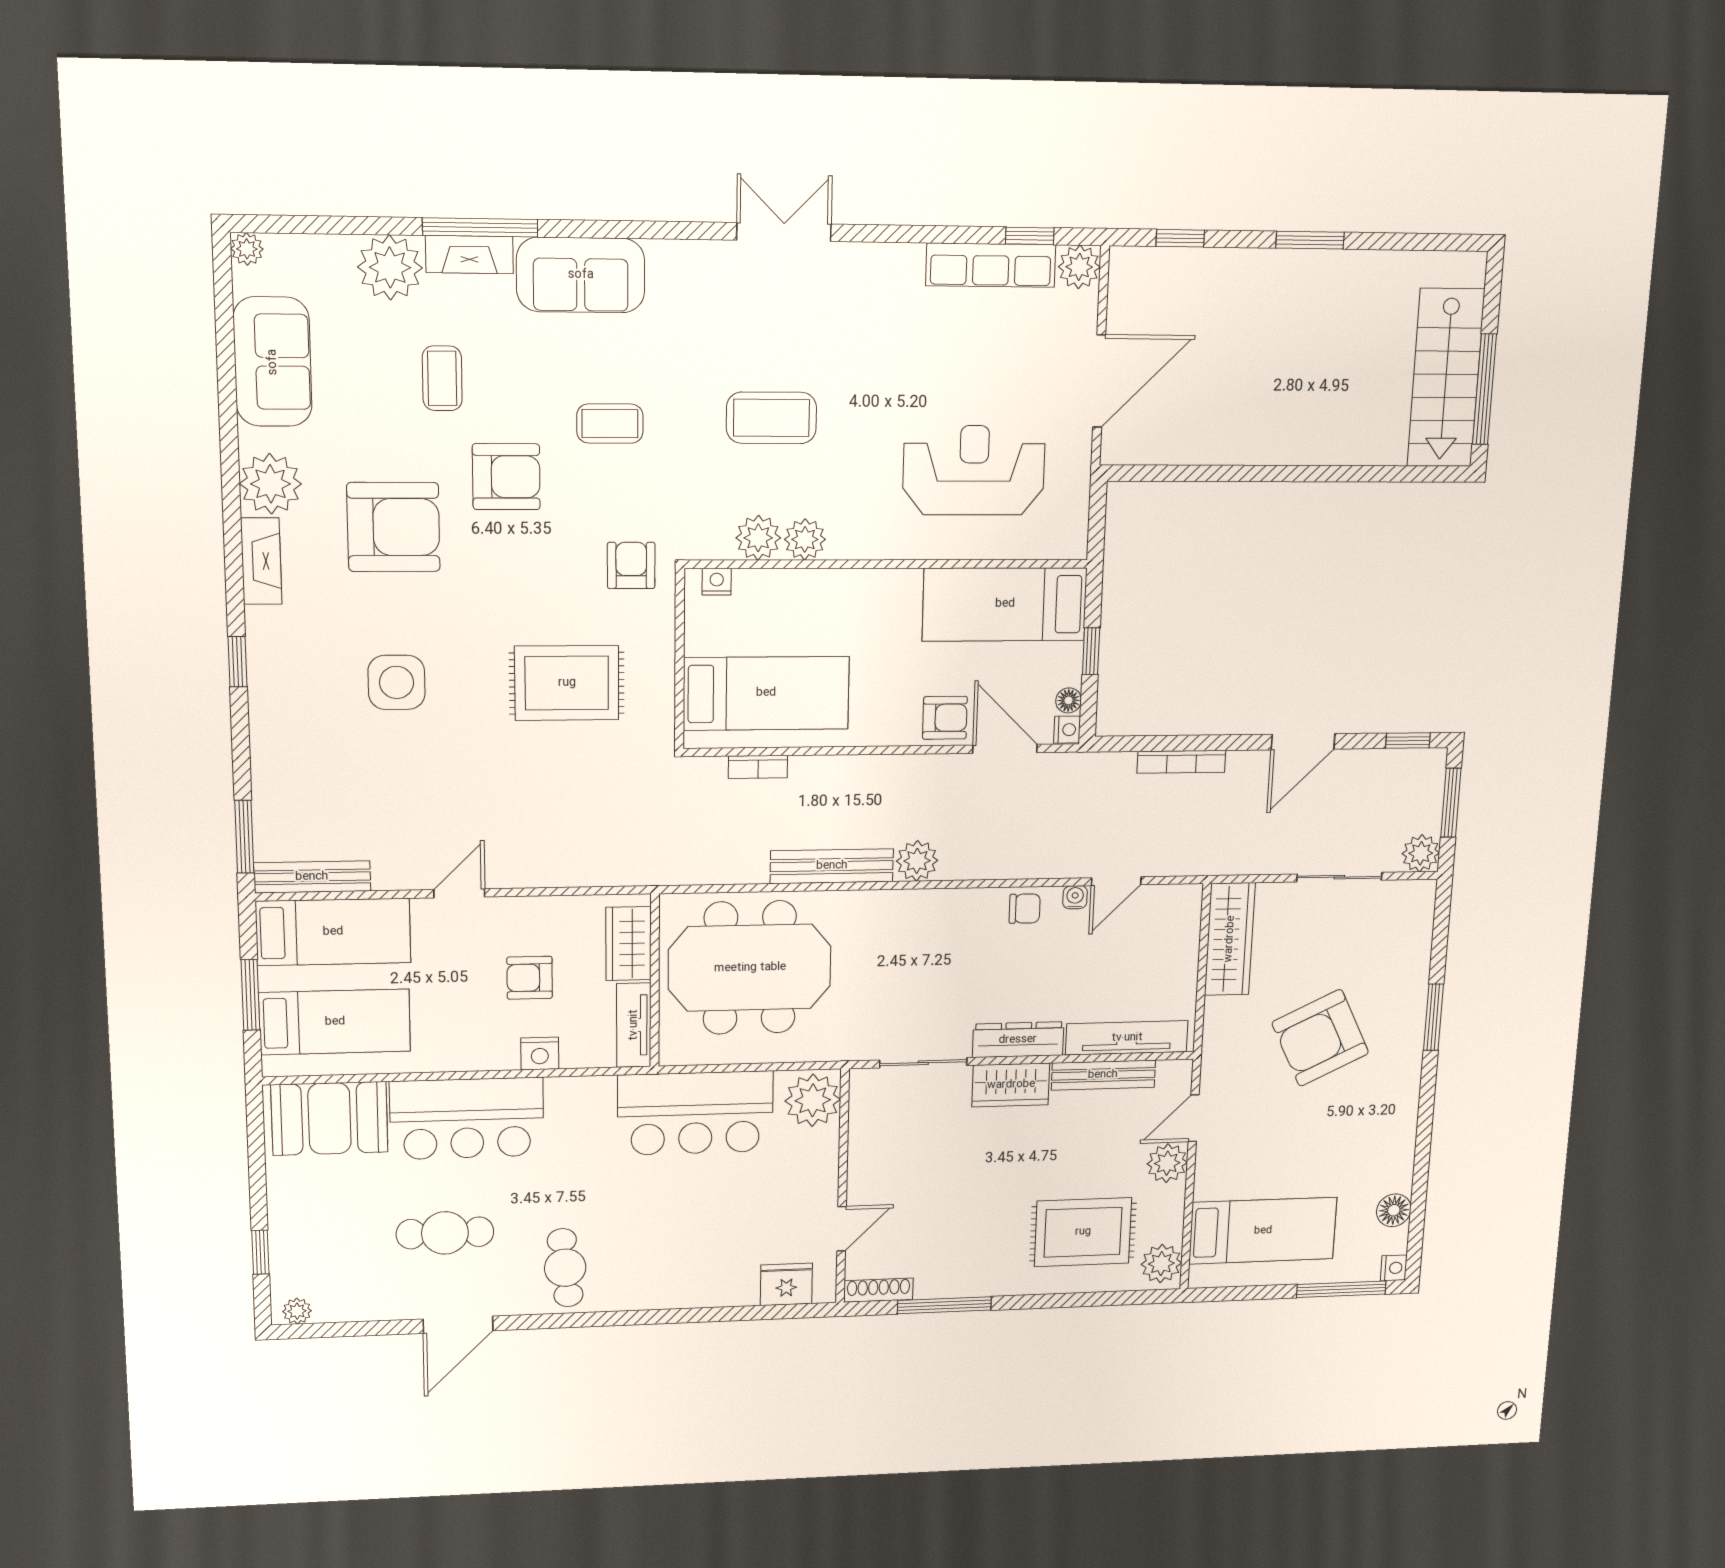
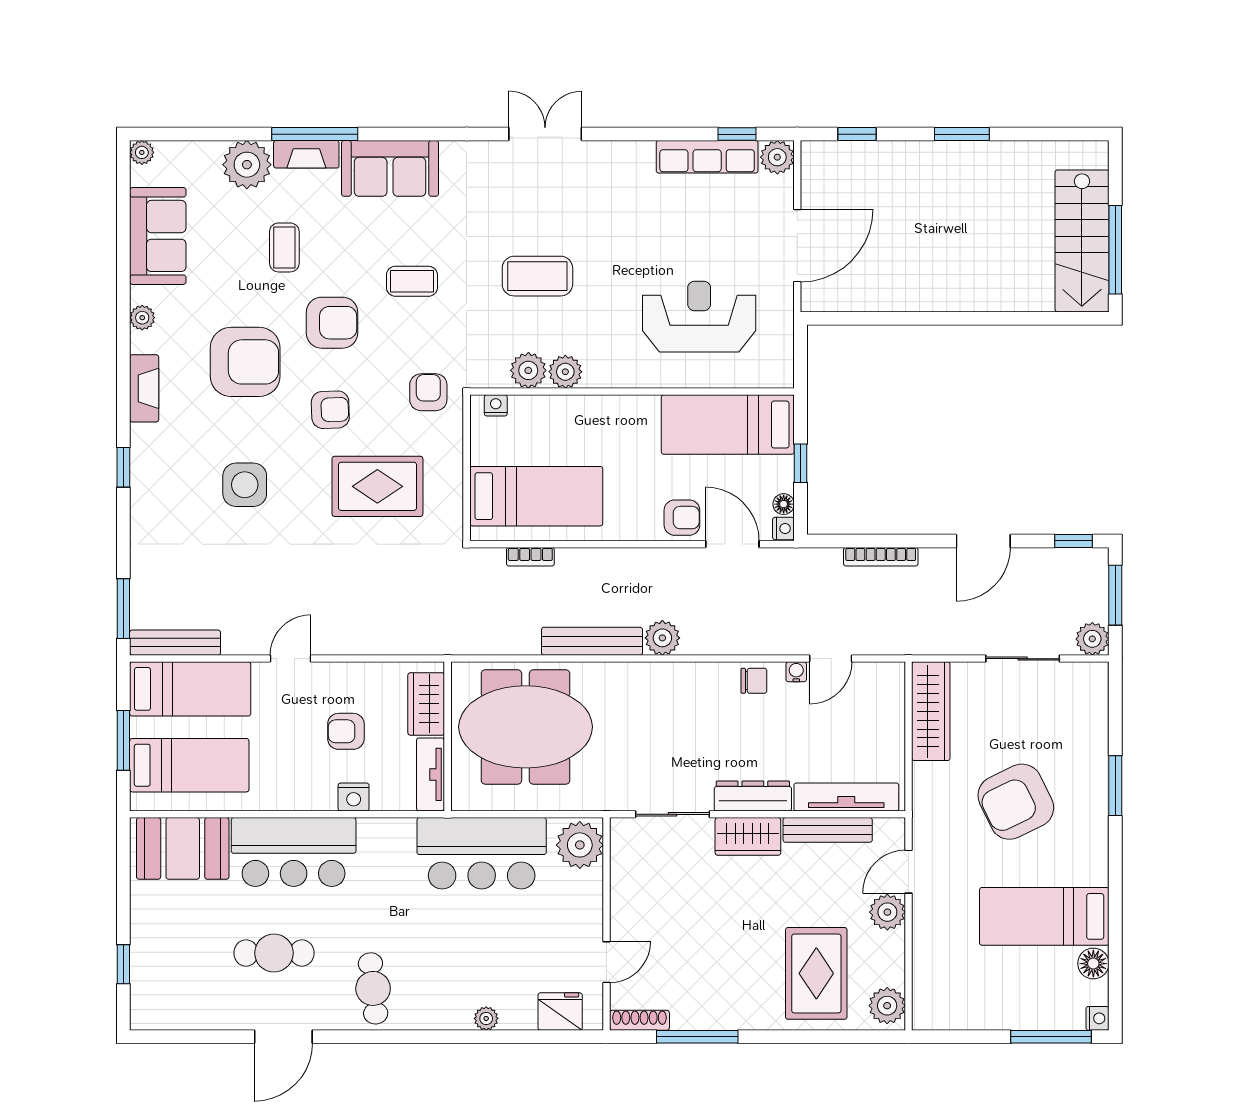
plant: (271, 484) -> (142, 318), width x0.53, depth x0.53
armchair: (505, 588) -> (330, 410), added
bed: (1263, 1231) -> (1044, 916), moved, turned 180
rug: (1083, 1232) -> (816, 973), turned 90
plant: (297, 1311) -> (486, 1018), moved

